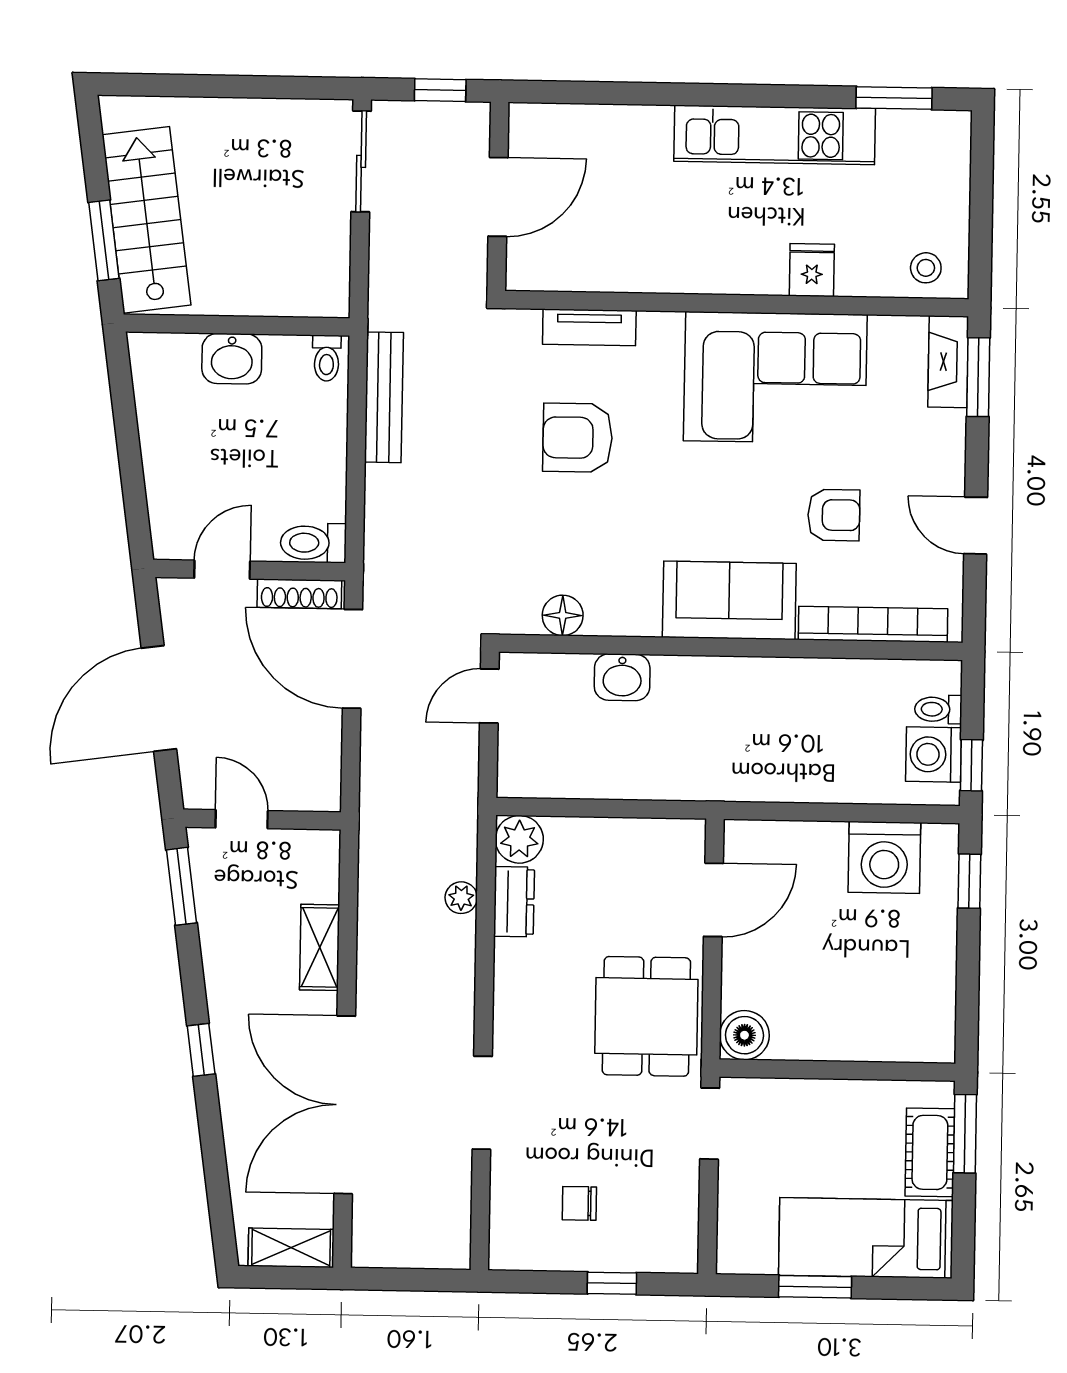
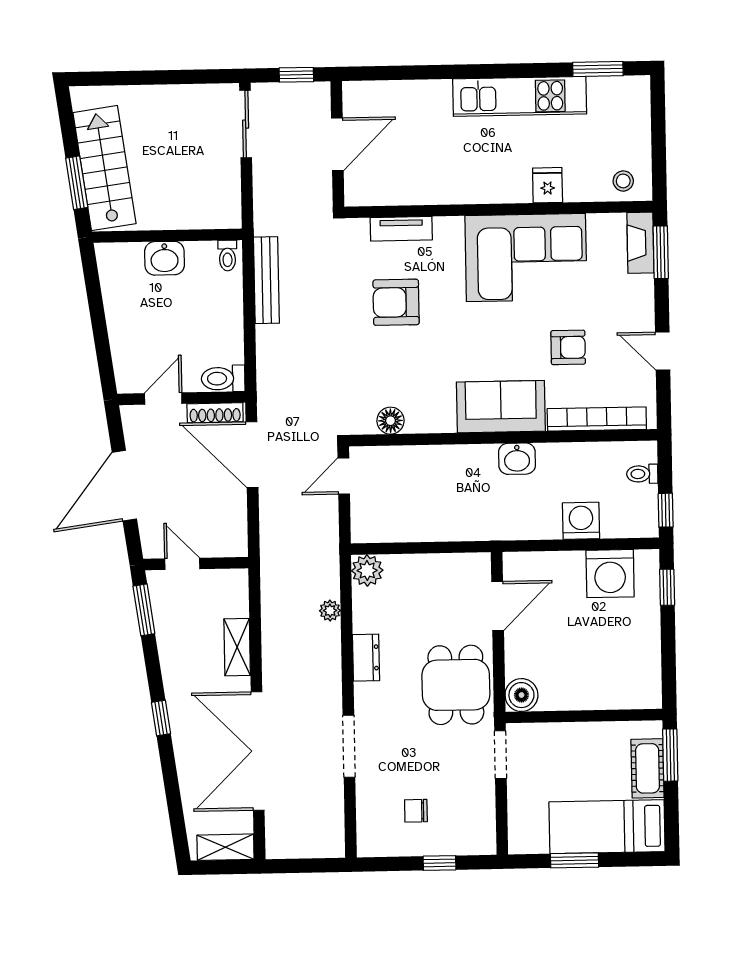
washbasin: (622, 677) -> (517, 459), moved
washing machine: (933, 754) -> (581, 521), moved, turned 90
dresser: (514, 902) -> (366, 658), moved

